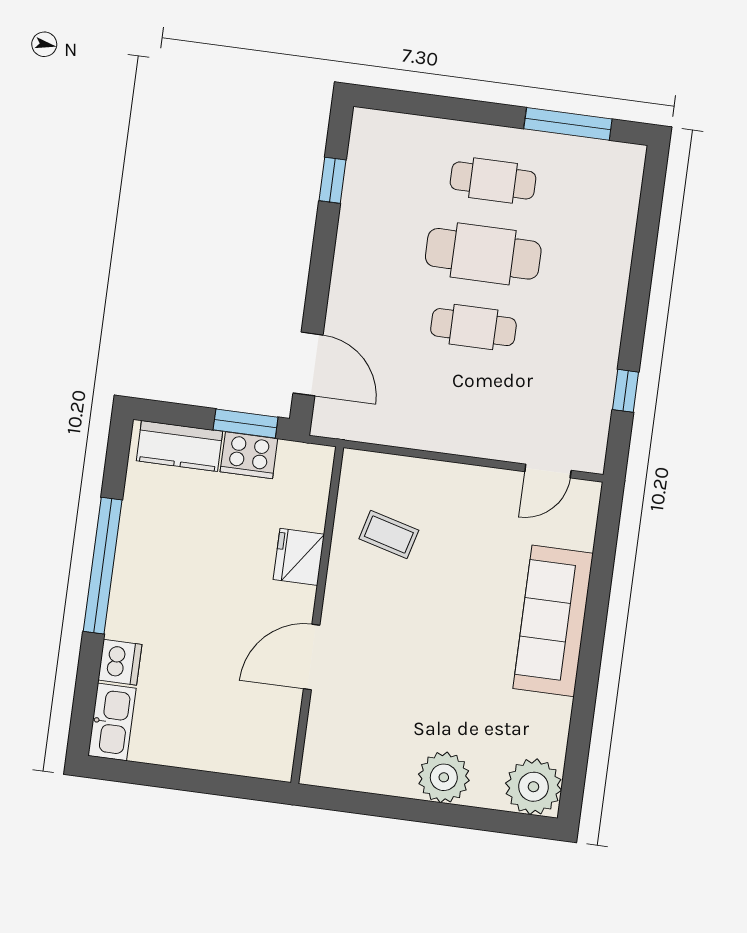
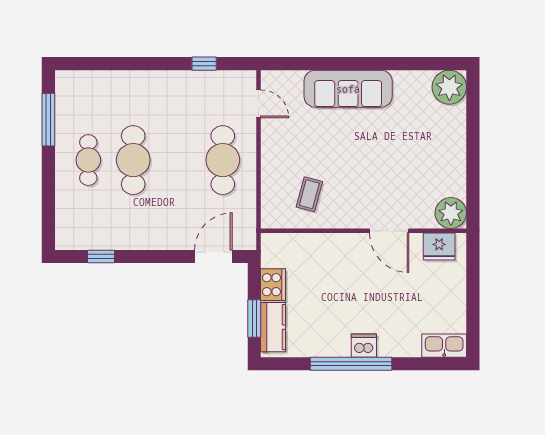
cafe table: (473, 327) -> (223, 160), moved, width x1.37, depth x1.35
window: (246, 424) -> (254, 318), moved
fridge: (299, 557) -> (439, 247), moved
dishwasher: (120, 662) -> (364, 346), moved
plant: (444, 777) -> (451, 213), moved

